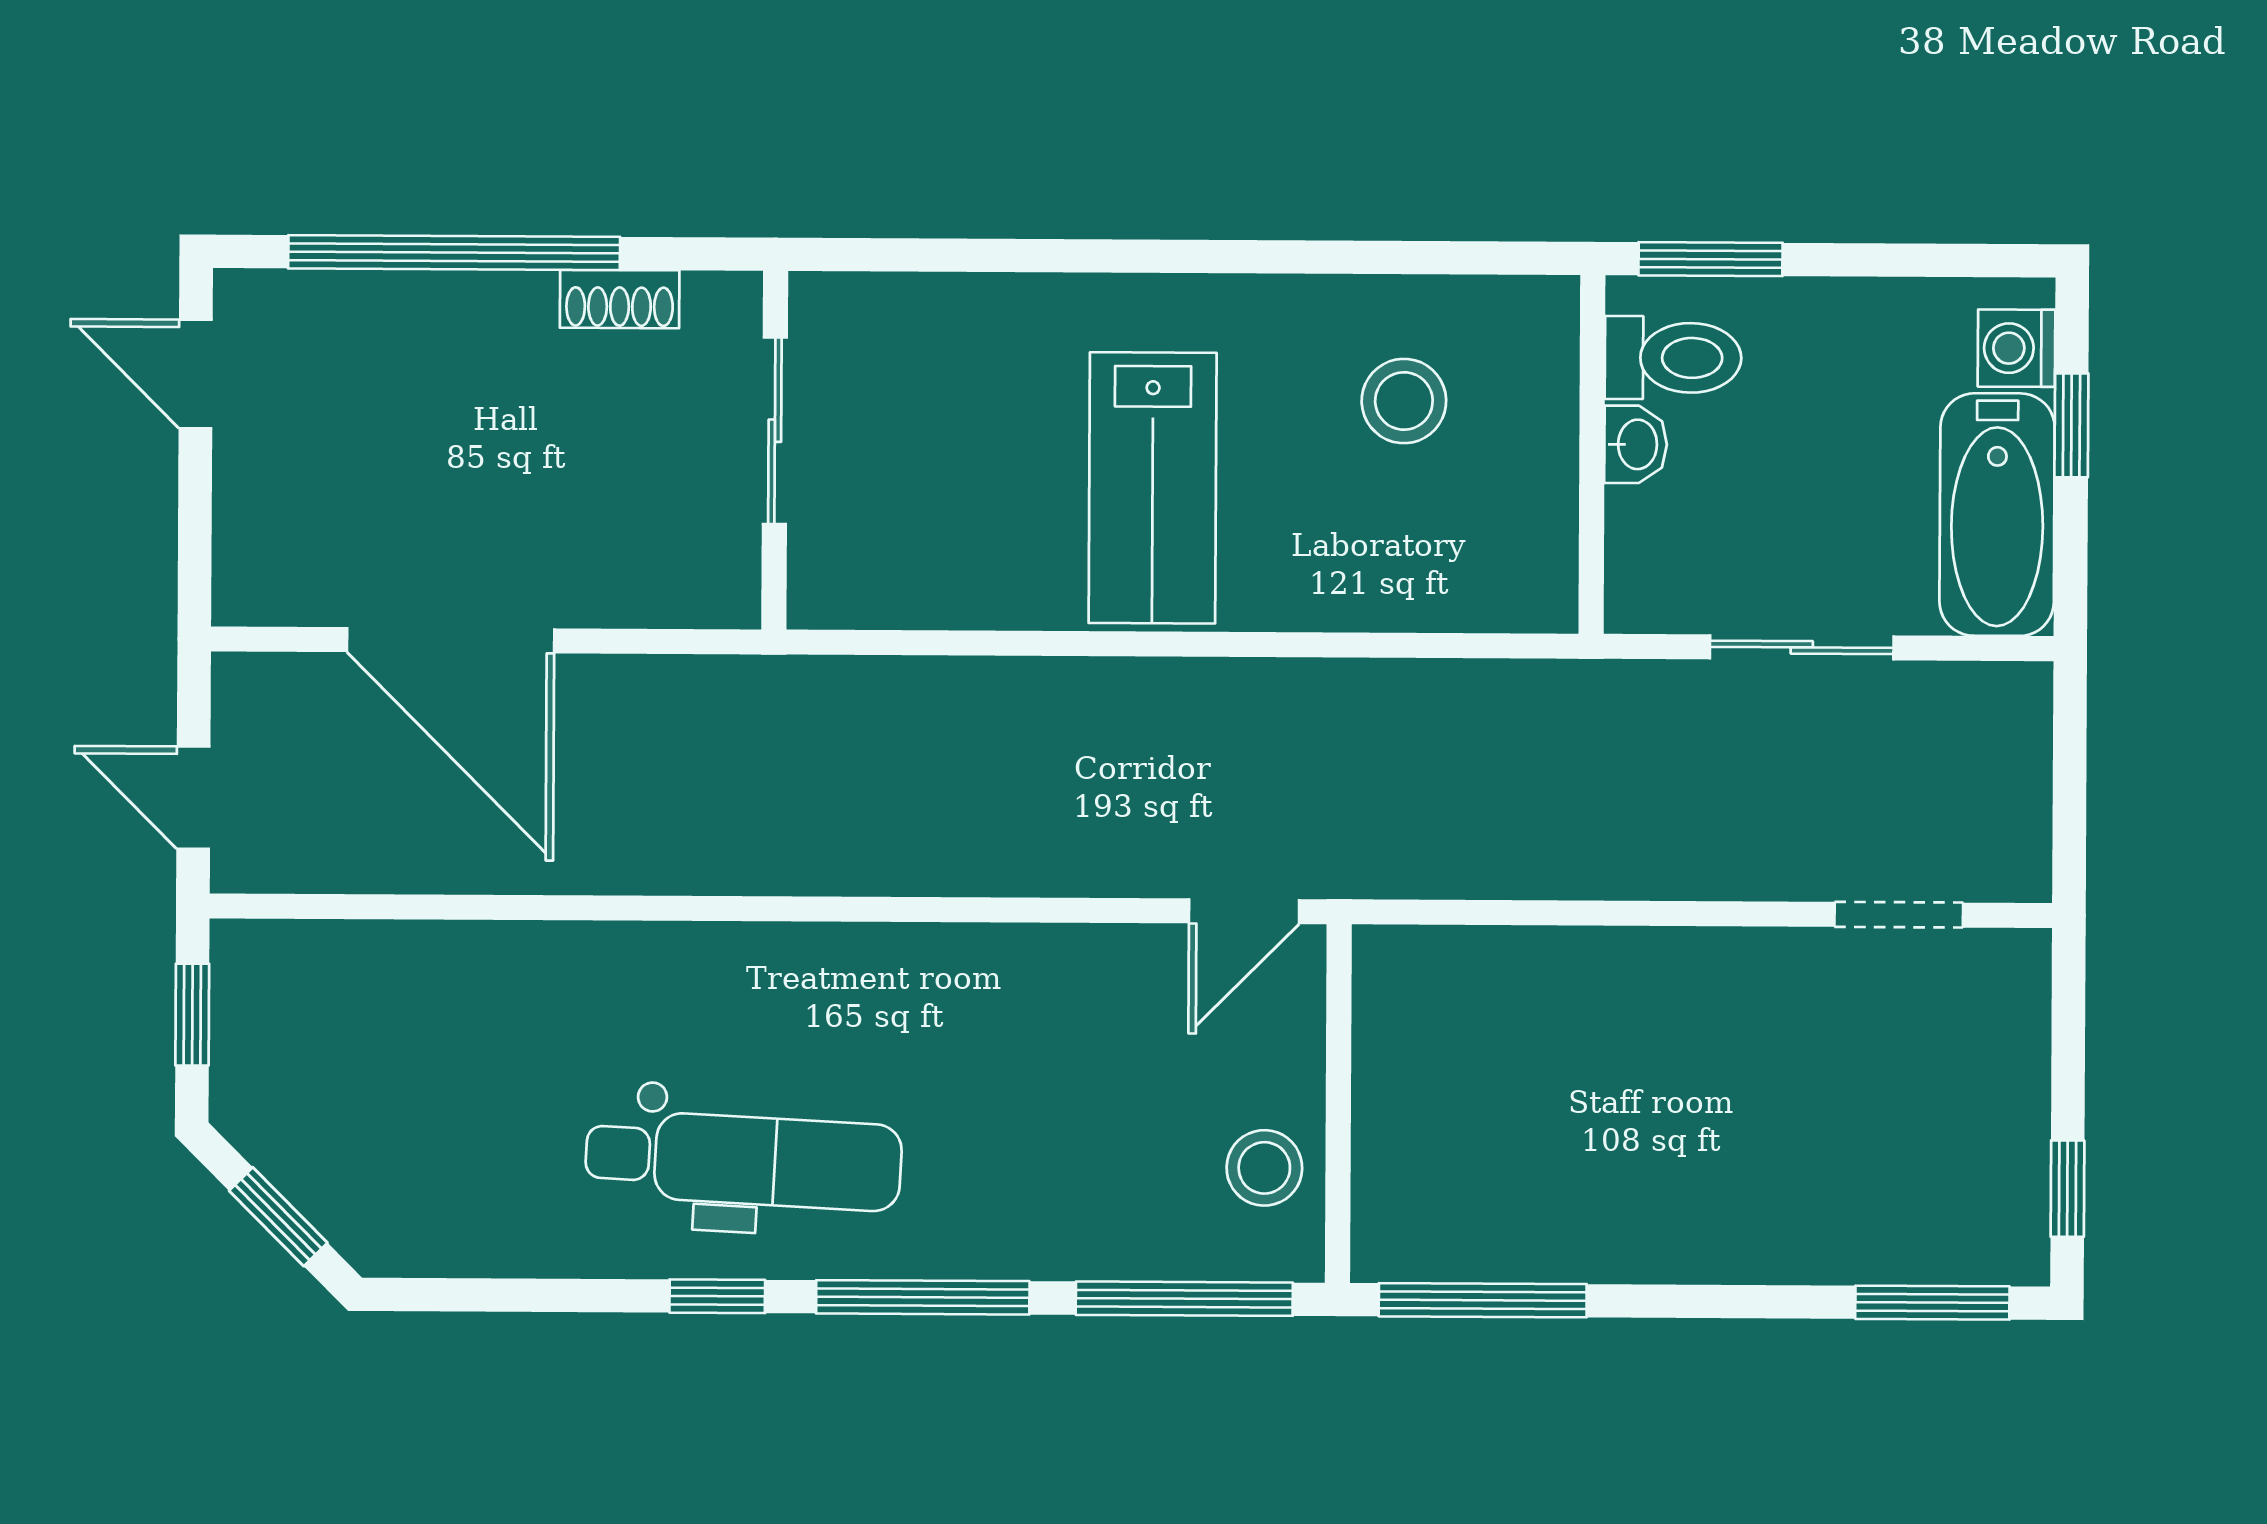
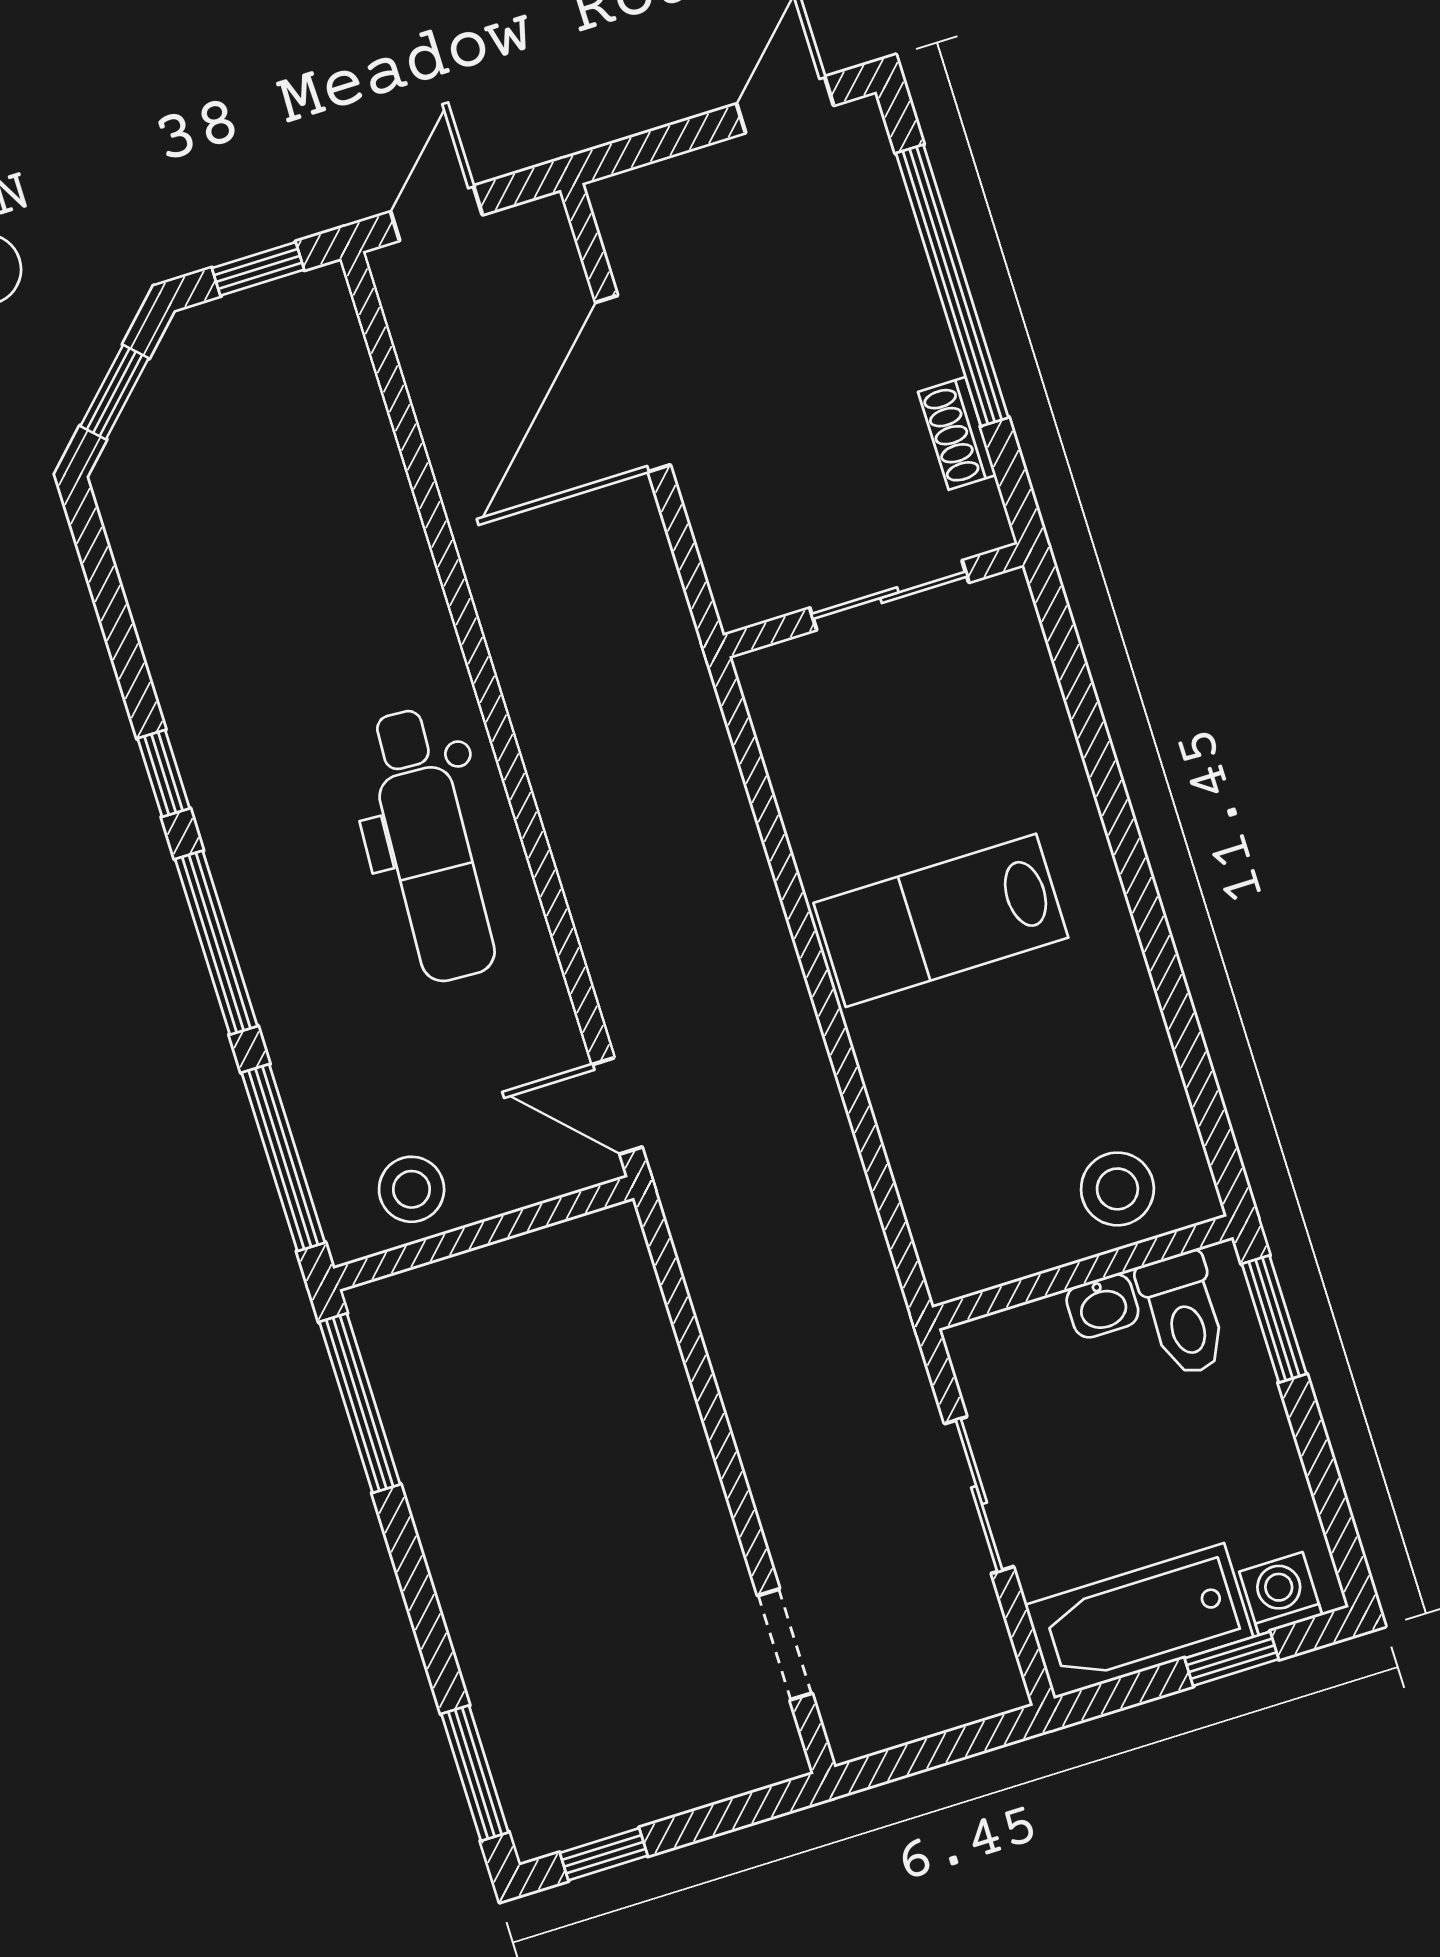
stool: (1404, 401) -> (1117, 1189), moved
dental chair: (743, 1160) -> (430, 845), moved

